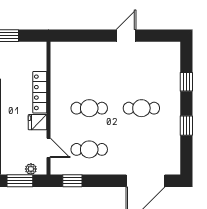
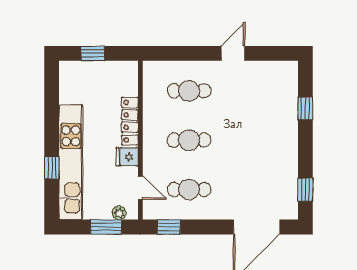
cafe table: (141, 108) -> (189, 91), moved
window: (186, 126) -> (305, 190), moved

